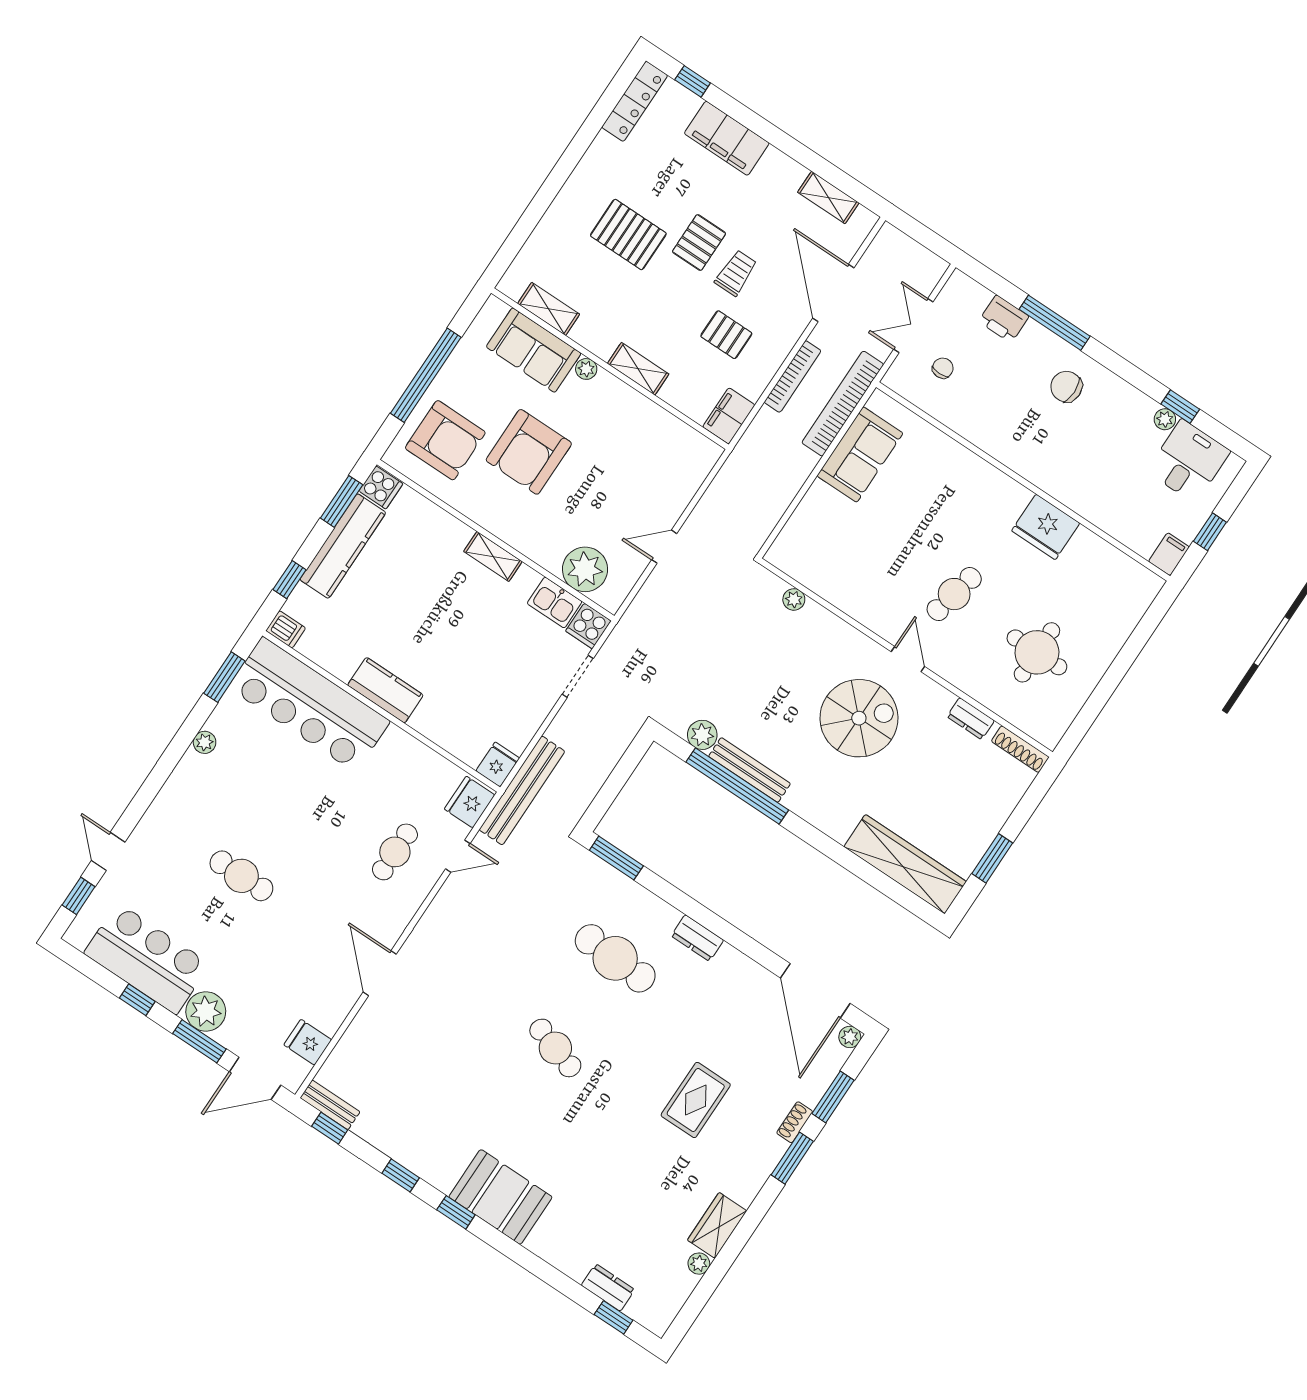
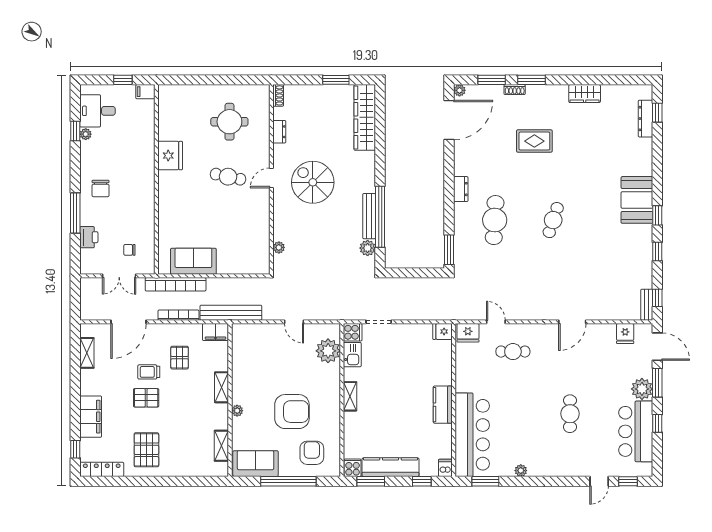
pallet: (628, 235) -> (146, 450), moved
sofa: (534, 350) -> (256, 464), moved, turned -90
armchair: (445, 440) -> (312, 453), width x0.73, depth x0.73
shoe rack: (1020, 749) -> (278, 95), width x0.70
bench: (522, 790) -> (231, 313), moved
plant: (699, 1264) -> (607, 90), removed
dresser: (608, 1287) -> (646, 119), width x1.44

